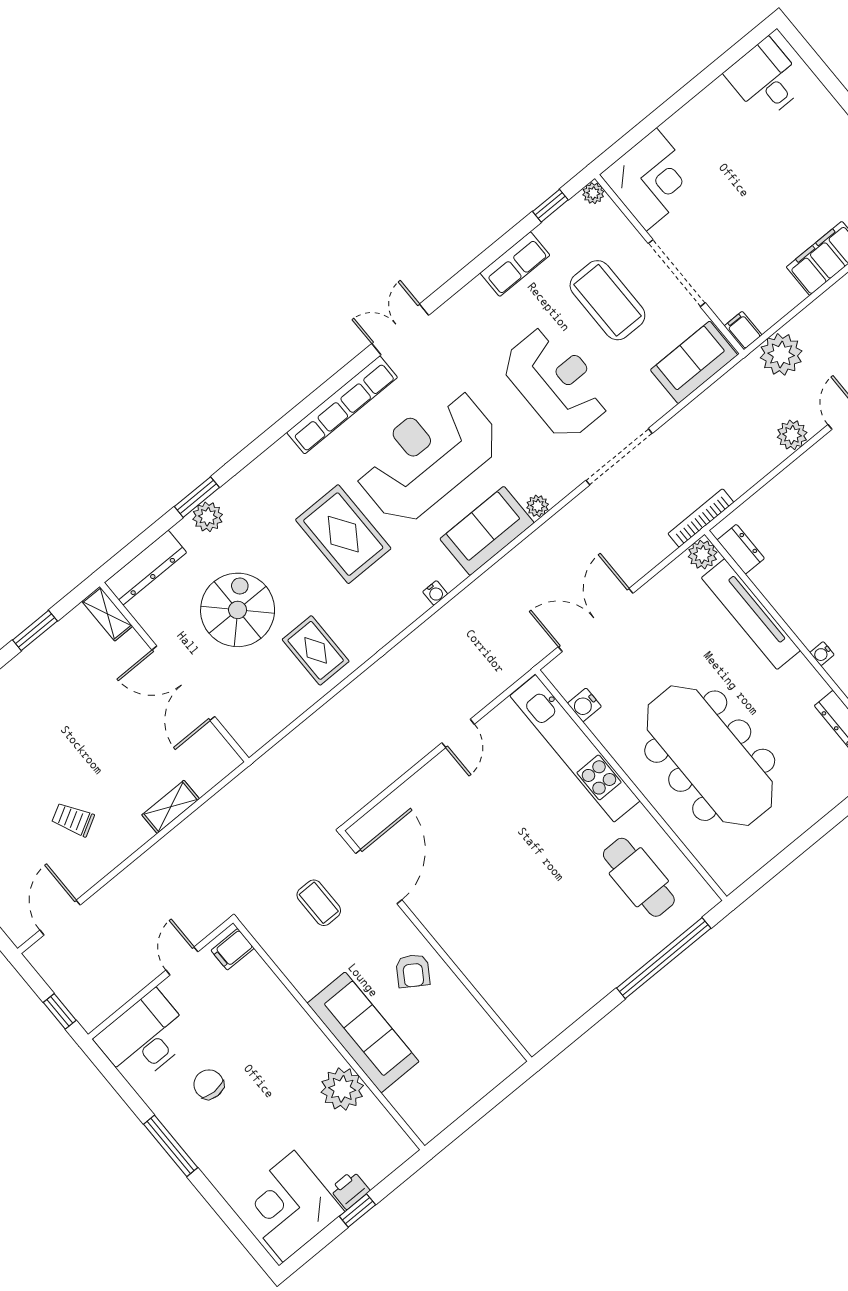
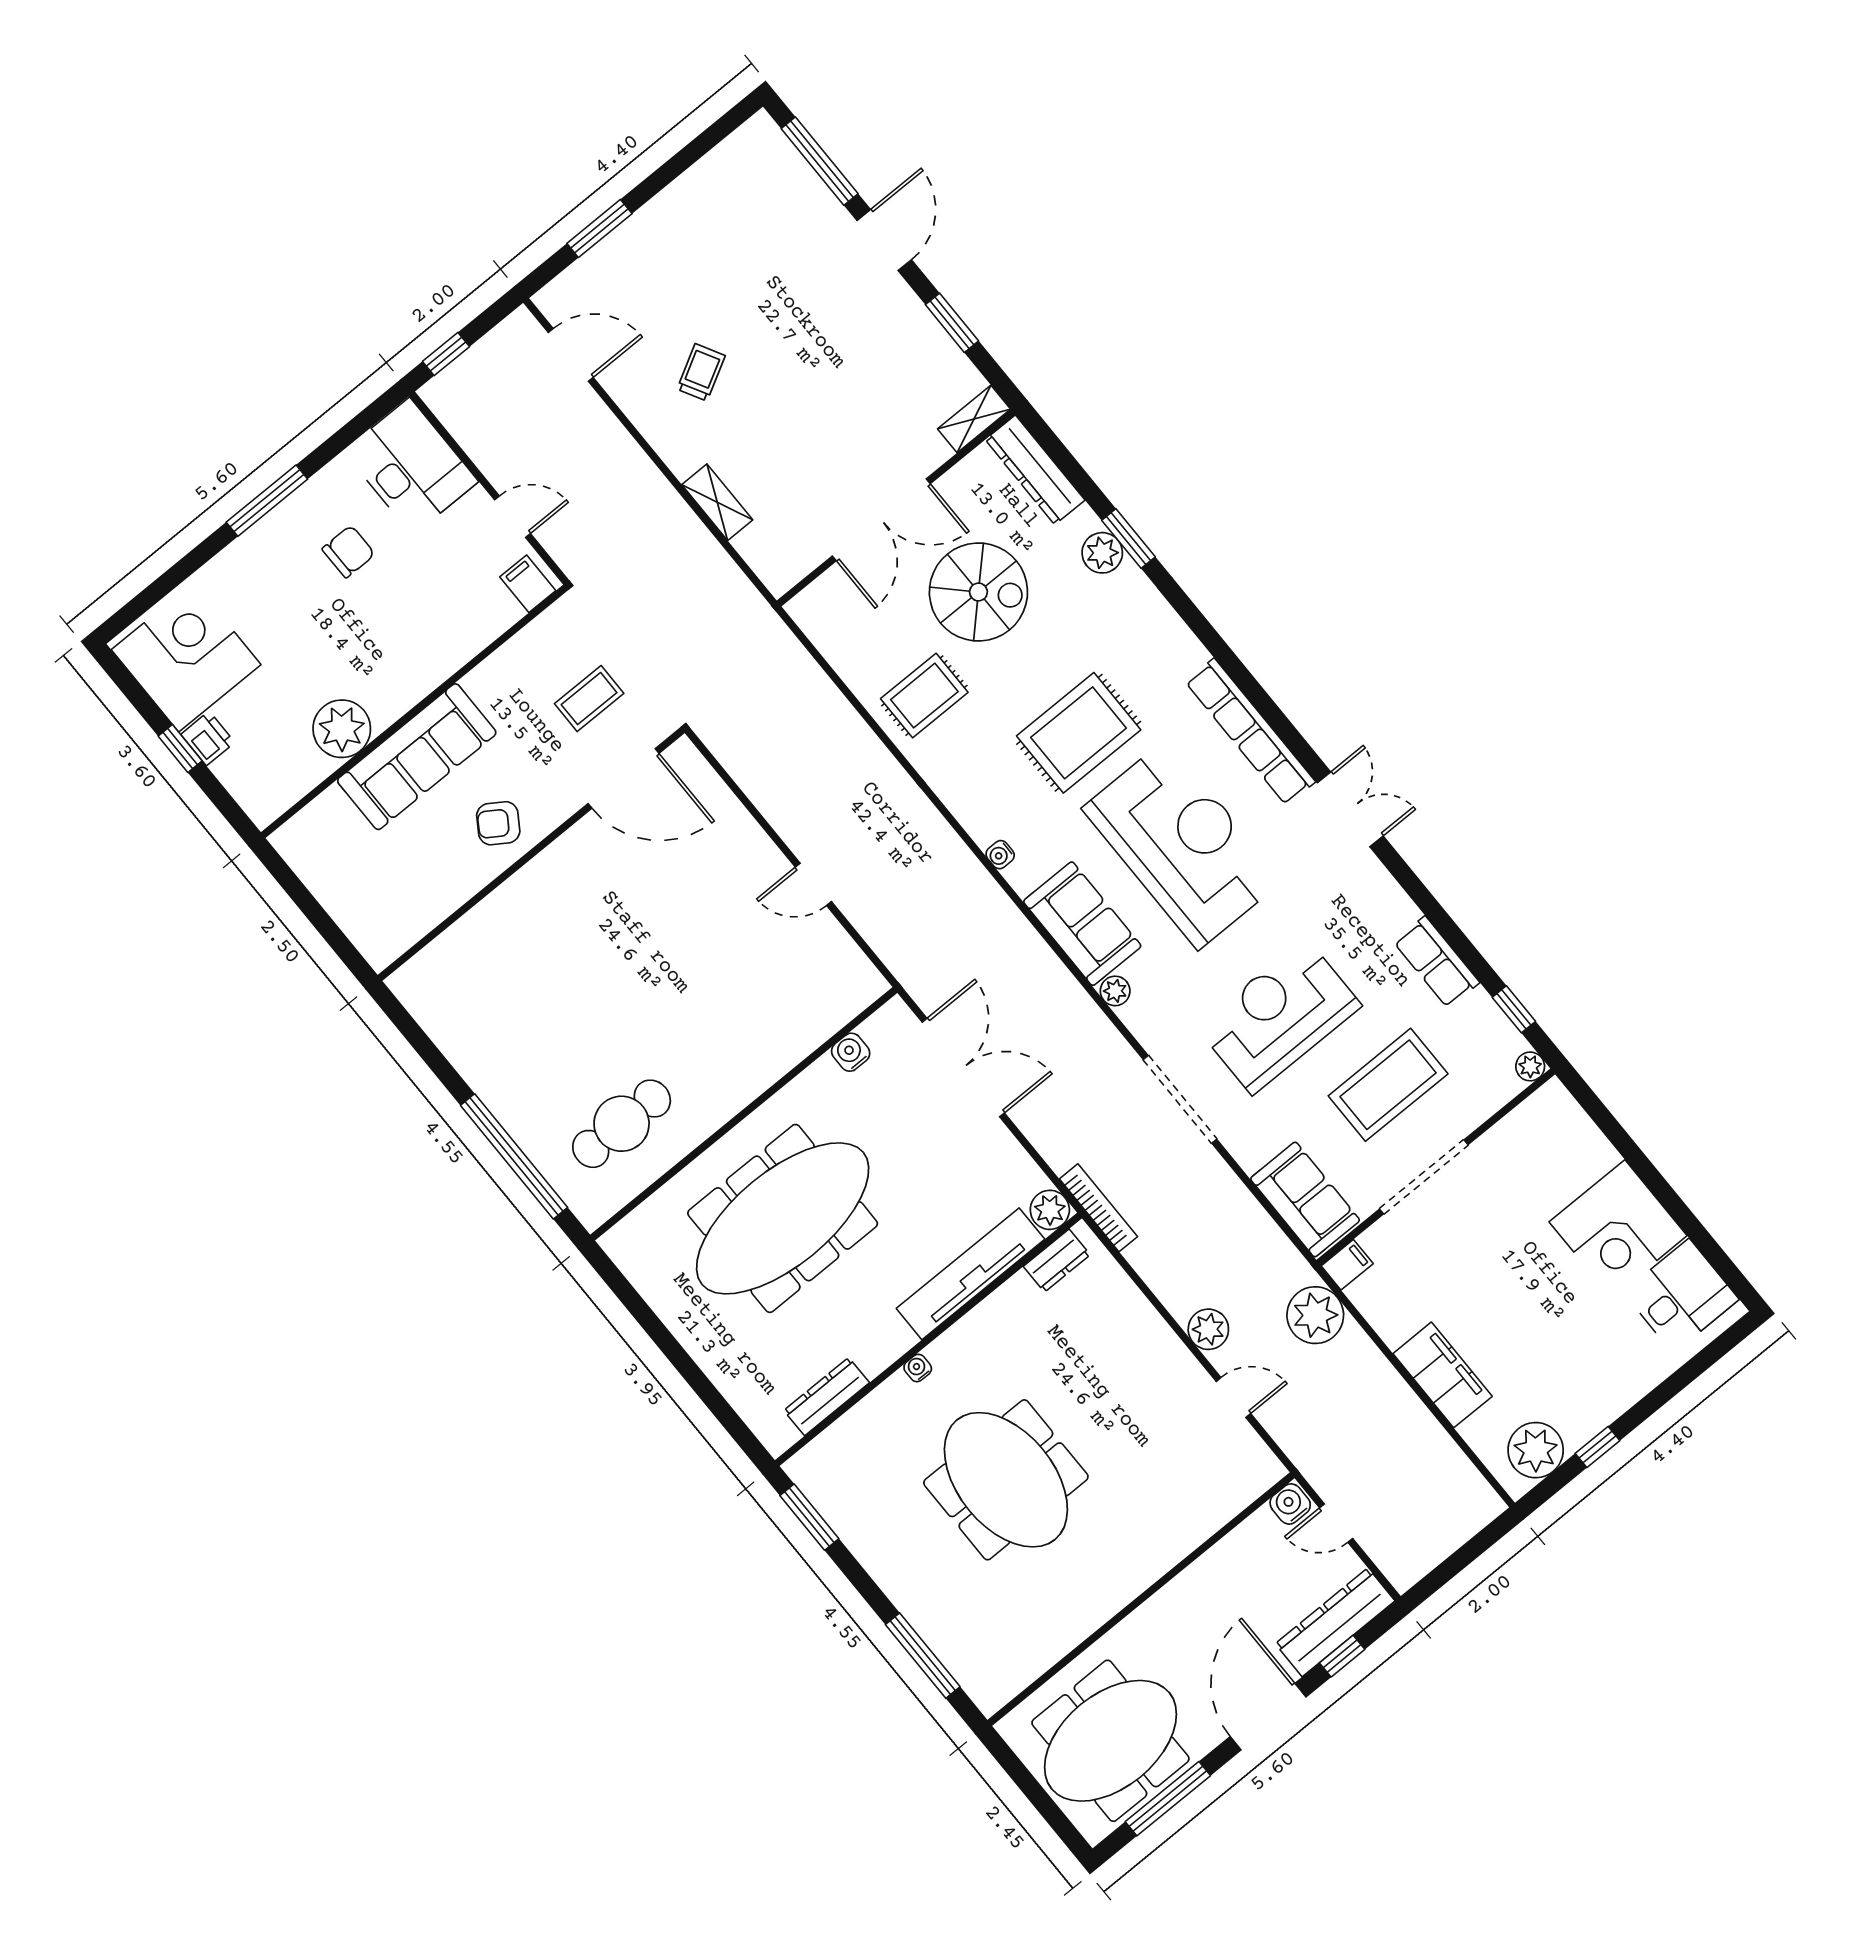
corner desk: (651, 179) -> (1618, 1229), moved
reception desk: (556, 383) -> (1279, 1016), turned 180
double door: (183, 683) -> (881, 520), swing flipped
kitchen unit: (575, 748) -> (793, 1039), removed

